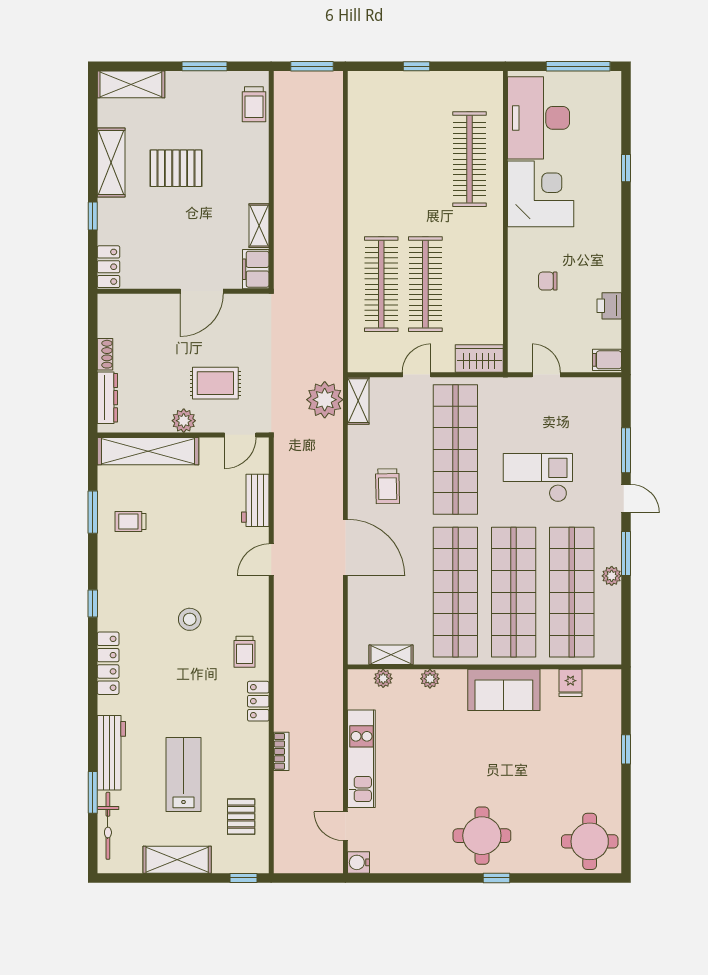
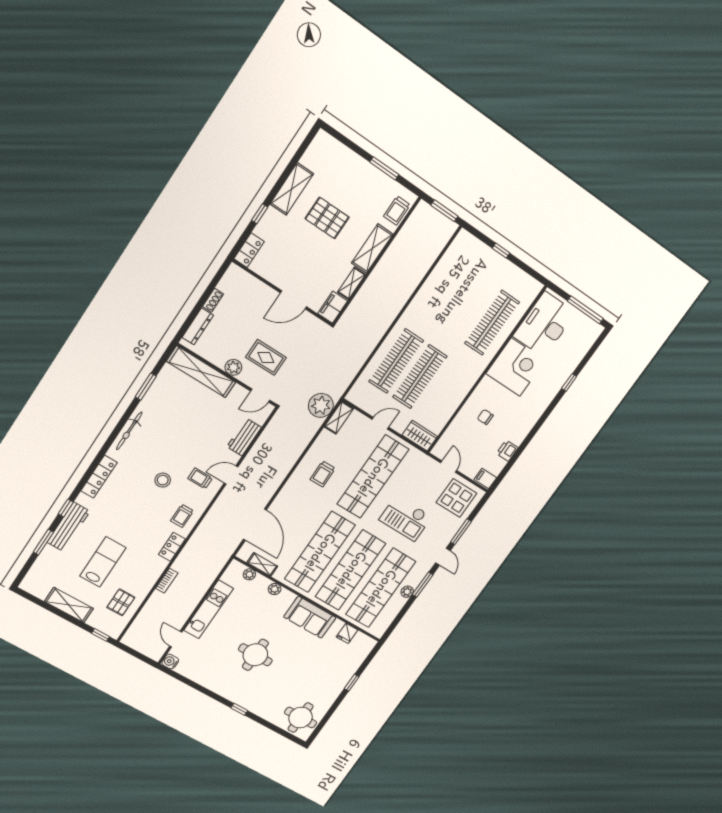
shelving: (131, 84) -> (372, 249), moved, turned 90
display table: (587, 409) -> (456, 498), added
checkout: (538, 478) -> (406, 518), turned 180
trolley: (131, 522) -> (200, 478), moved
door: (345, 548) -> (255, 525), moved
window: (93, 604) -> (66, 508), moved
bicycle: (108, 826) -> (129, 431), moved
round table: (482, 836) -> (255, 655), moved

